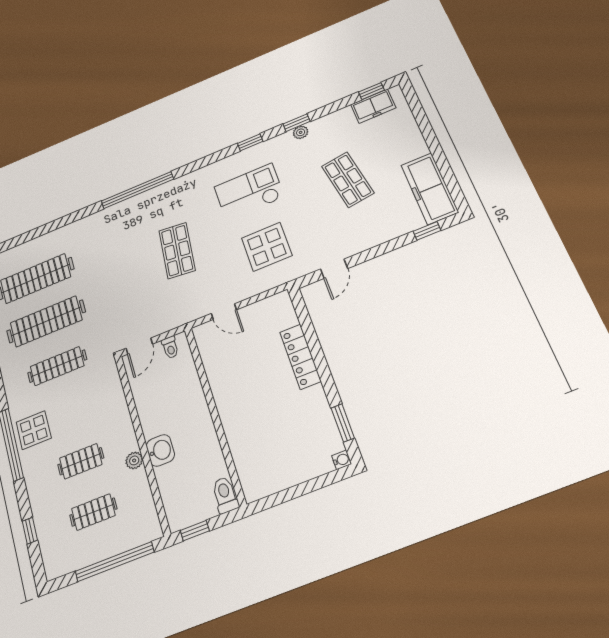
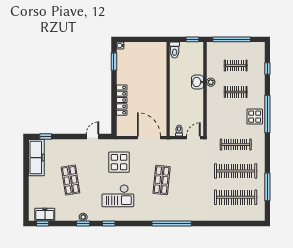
door: (224, 312) -> (149, 138), width x1.88

